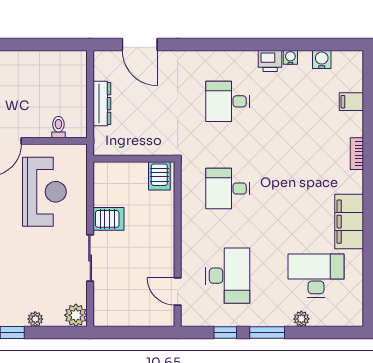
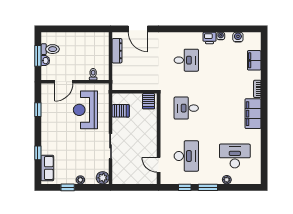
desk: (228, 101) -> (186, 60), turned 180
filing cabinet: (351, 102) -> (254, 60), width x2.00
dresser: (102, 104) -> (117, 51), moved
reception desk: (44, 192) -> (85, 110), turned 180
server rack: (108, 219) -> (121, 111), moved
filing cabinet: (349, 222) -> (253, 114), moved

